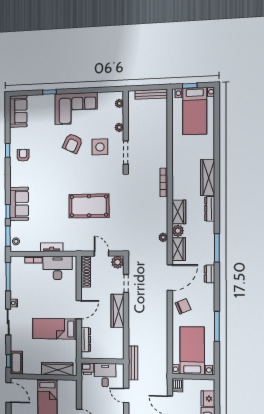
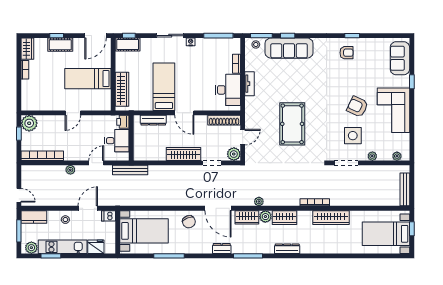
sofa: (18, 111) -> (400, 58), moved, turned 90
wardrobe: (208, 177) -> (331, 218), moved, turned 180
sofa: (19, 204) -> (289, 48), width x1.36

